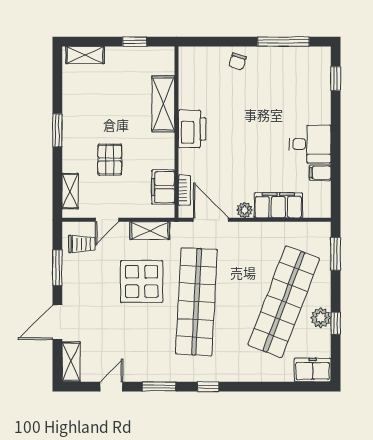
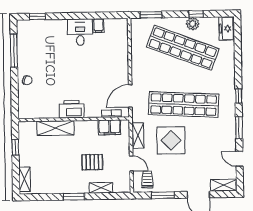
shelving: (70, 191) -> (101, 188), moved
filing cabinet: (278, 205) -> (120, 52), removed
plant: (245, 210) -> (124, 74), removed

